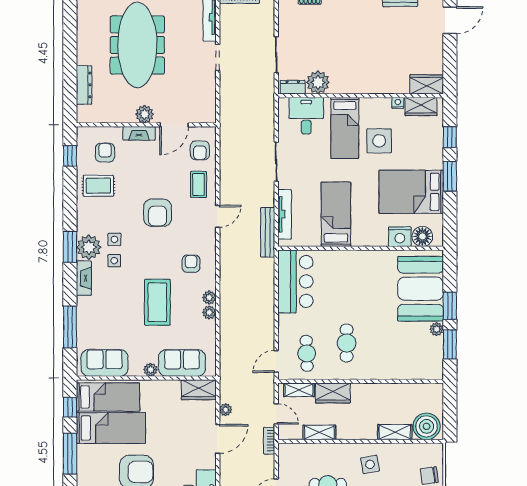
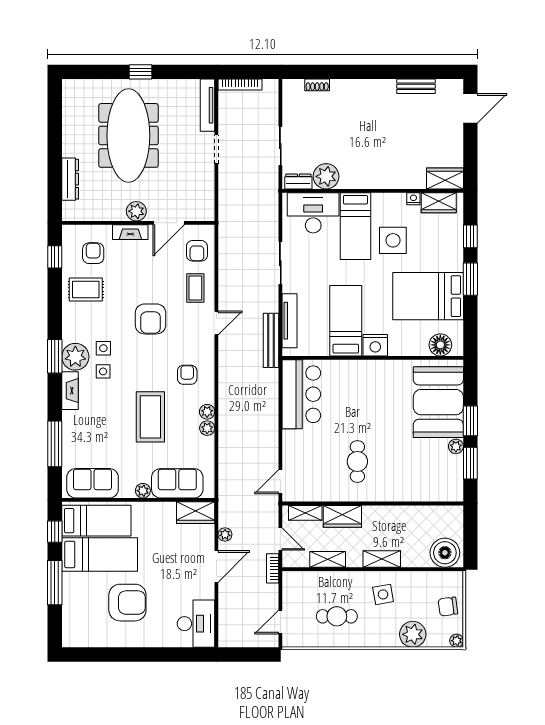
desk: (306, 116) -> (313, 213), width x1.37
nightstand: (400, 237) -> (375, 345), moved
cafe table: (307, 353) -> (314, 473), removed
shelving: (395, 432) -> (382, 559), moved

